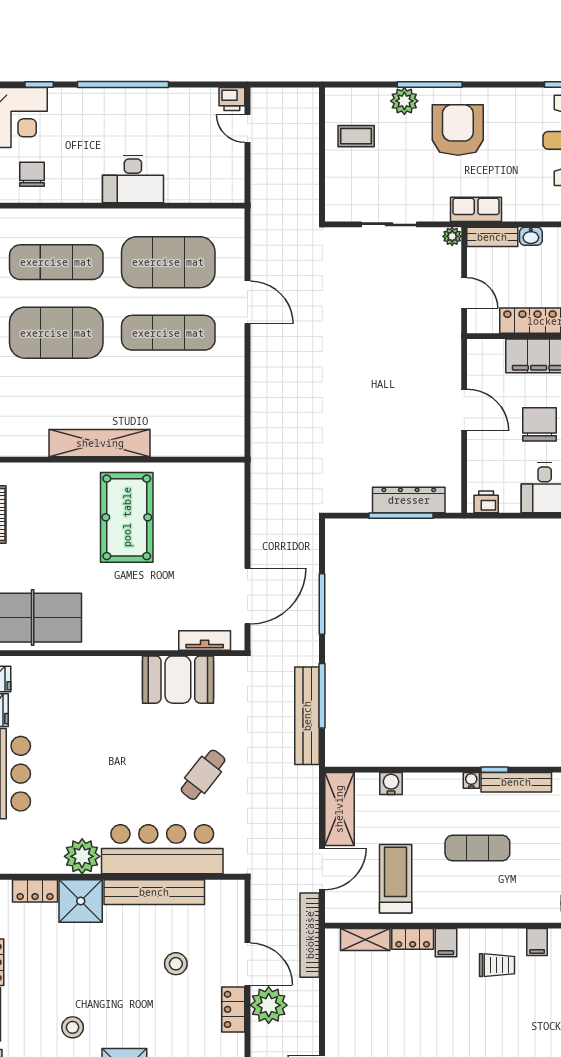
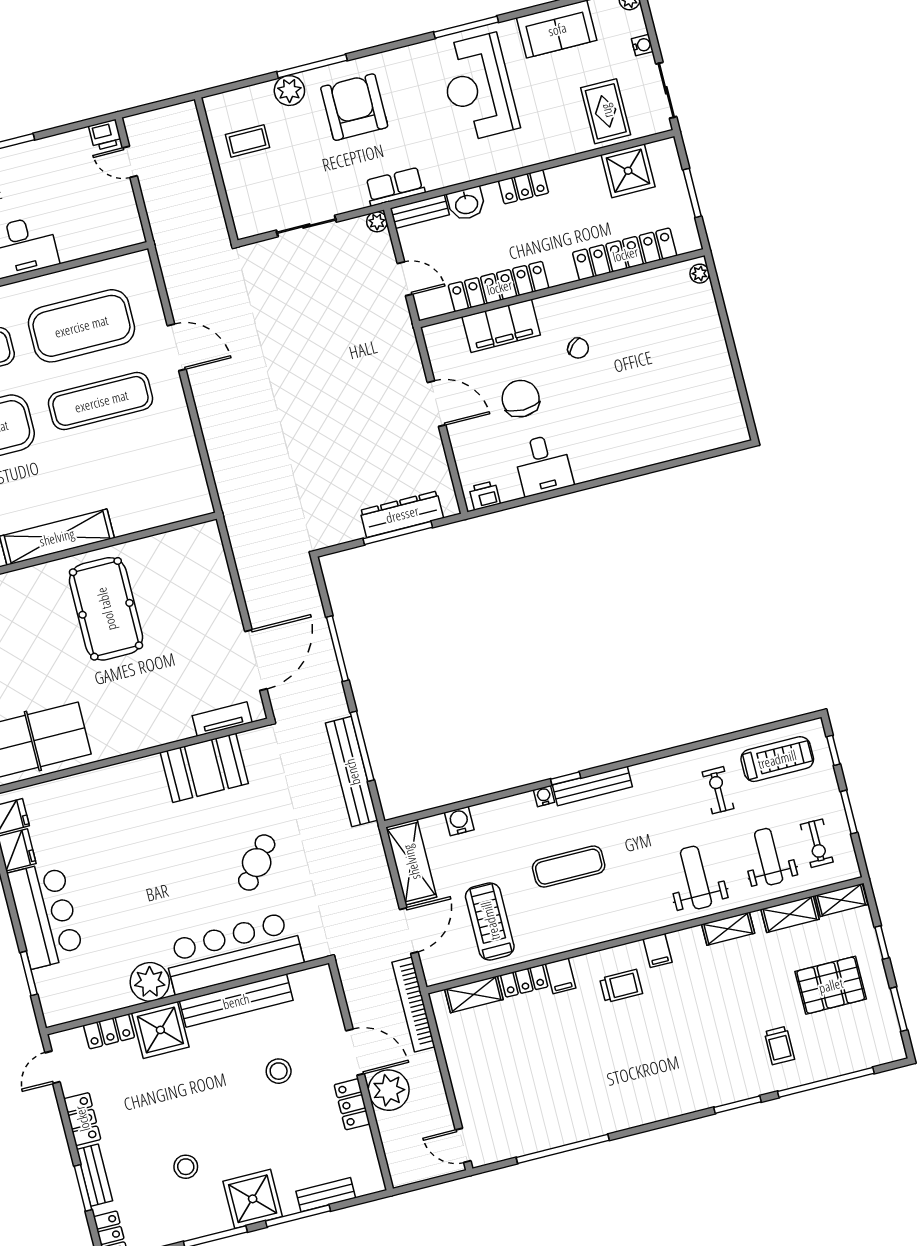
washbasin: (531, 236) -> (466, 204), width x1.38, depth x1.45

